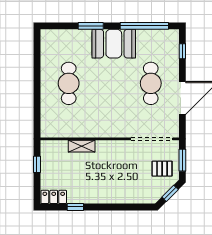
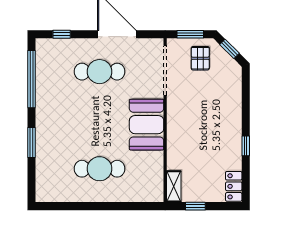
booth: (114, 44) -> (147, 125), moved
shelving: (82, 146) -> (174, 186), moved
window: (75, 207) -> (246, 146), moved

